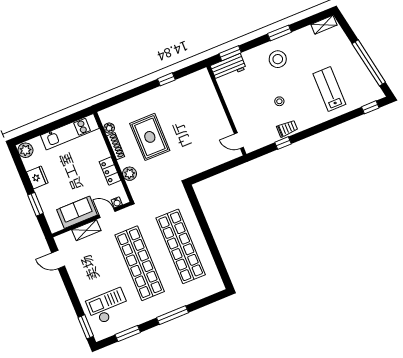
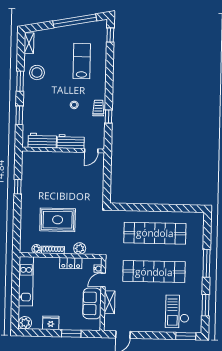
window: (230, 53) -> (19, 115), moved
stool: (278, 59) -> (37, 72), moved
workbench: (228, 67) -> (42, 141), moved, turned -90
lab bench: (329, 89) -> (82, 61), turned 90
workbench: (239, 114) -> (71, 142), added

